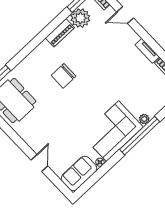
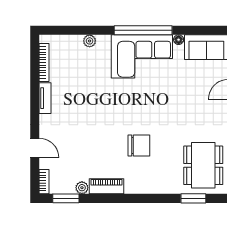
plant: (80, 18) -> (82, 188), width x0.53, depth x0.53
plant: (144, 119) -> (90, 41), moved
window: (140, 136) -> (143, 30), moved

